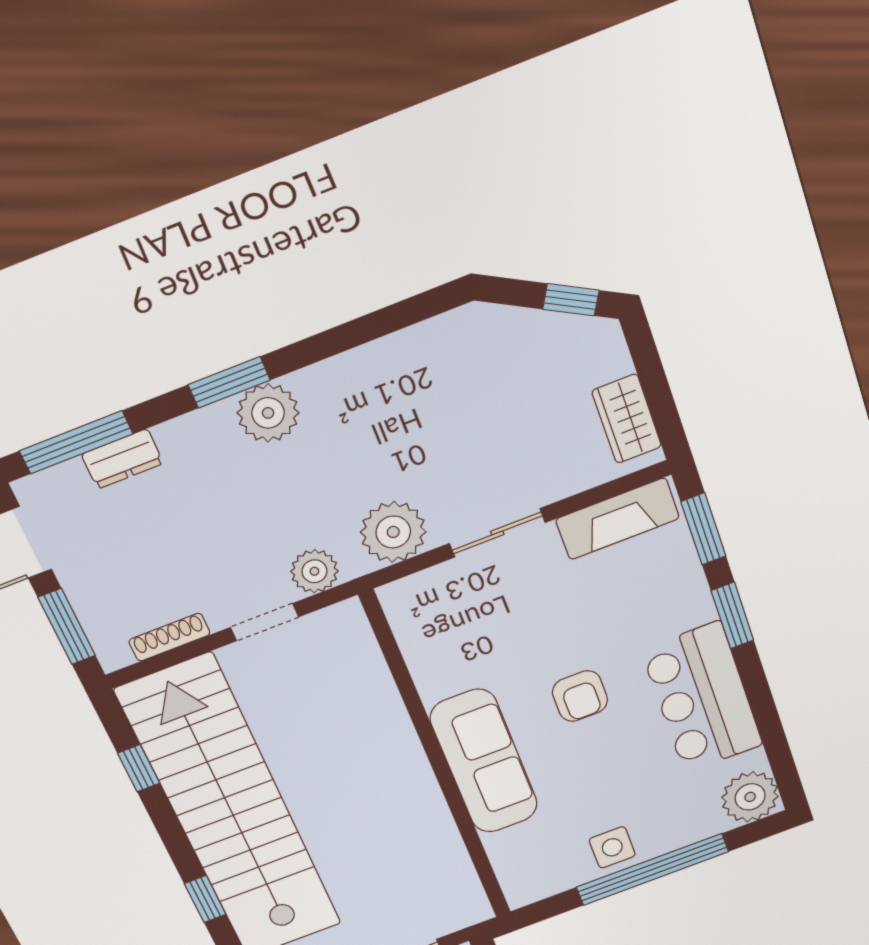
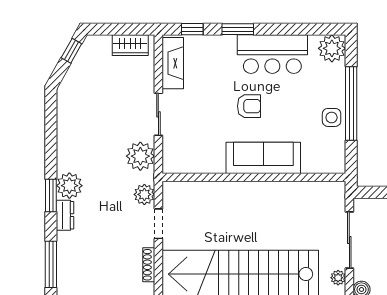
dresser: (122, 459) -> (65, 215), moved
window: (703, 529) -> (192, 29), width x0.67

